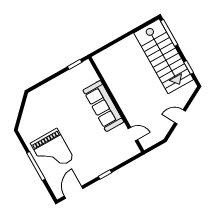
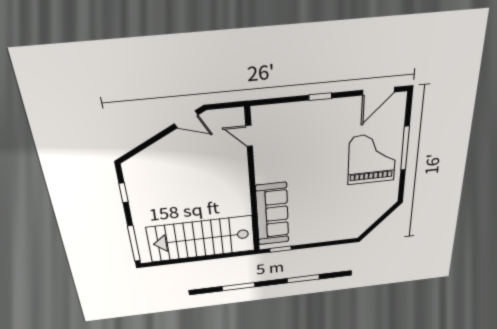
stairs: (164, 56) -> (202, 239), moved, turned -90
sofa: (103, 106) -> (272, 214), moved
door: (180, 117) -> (186, 119), moved

